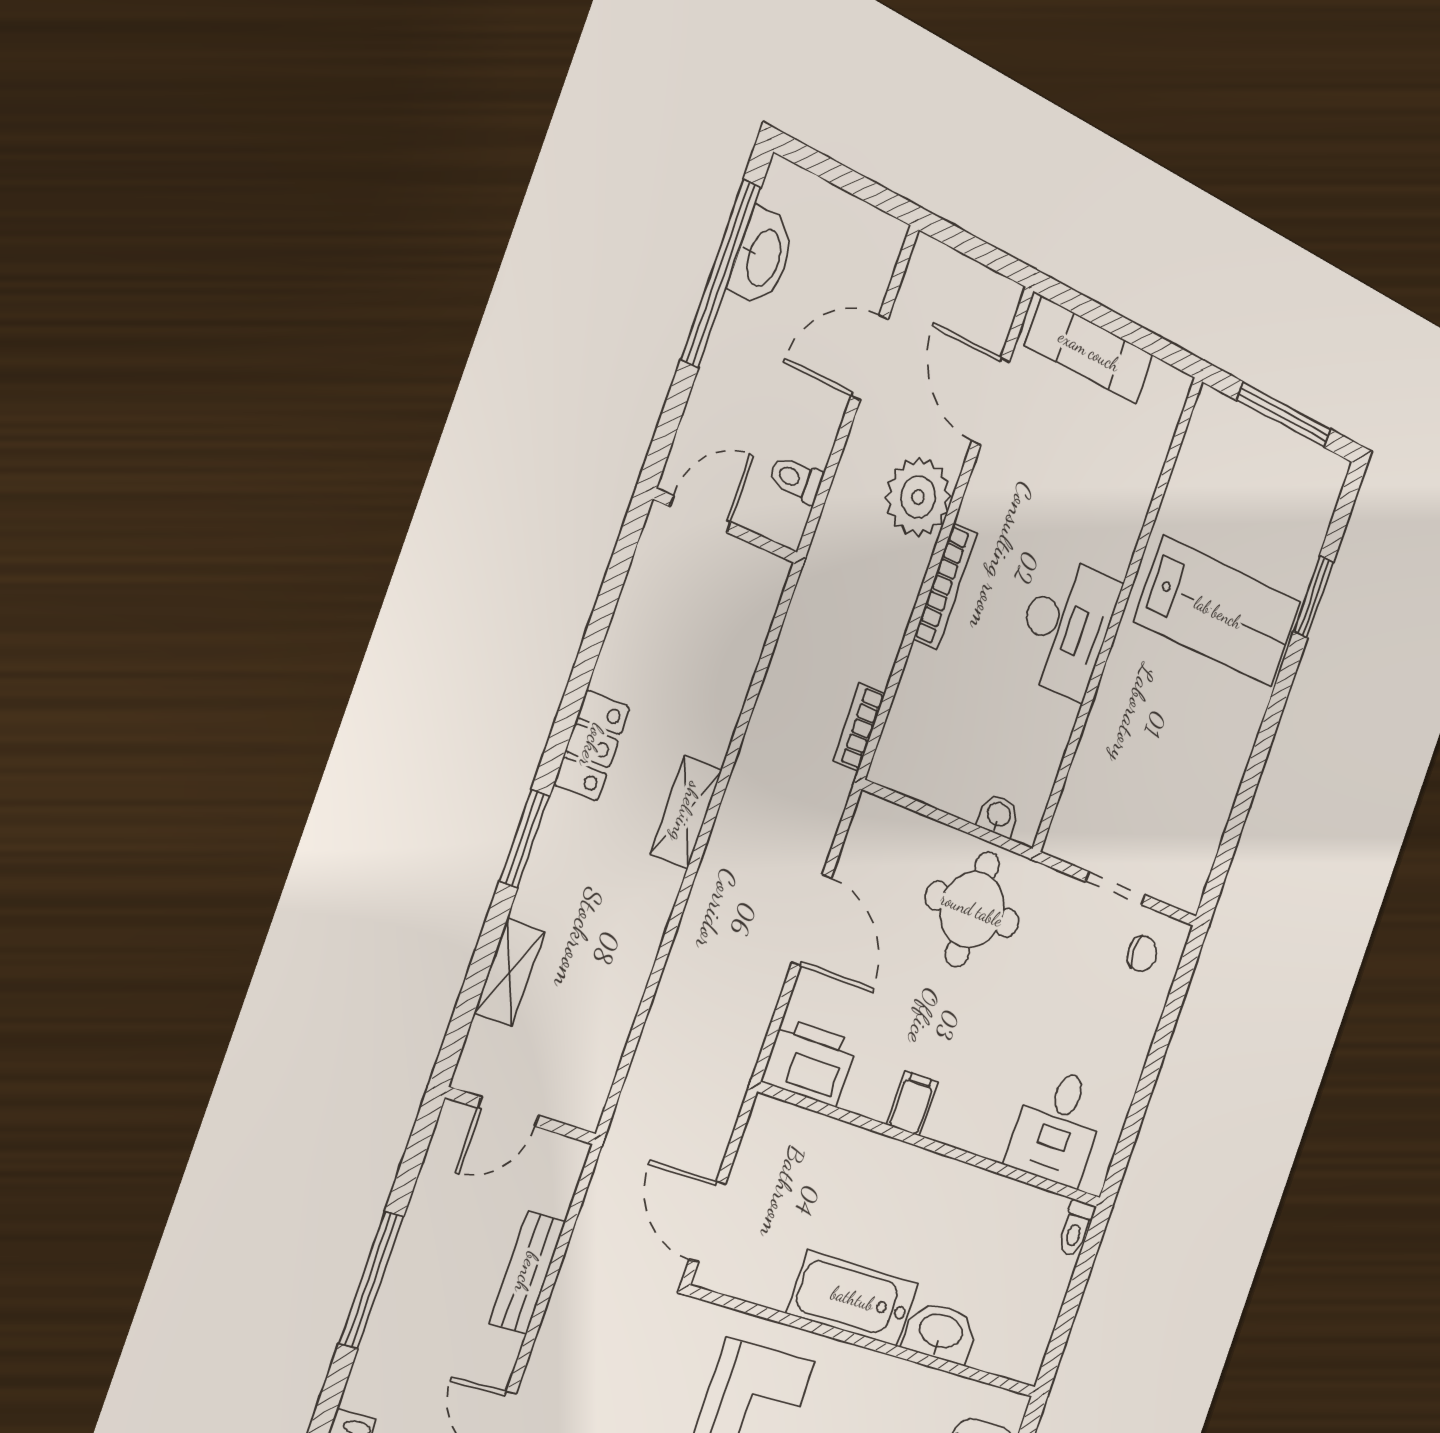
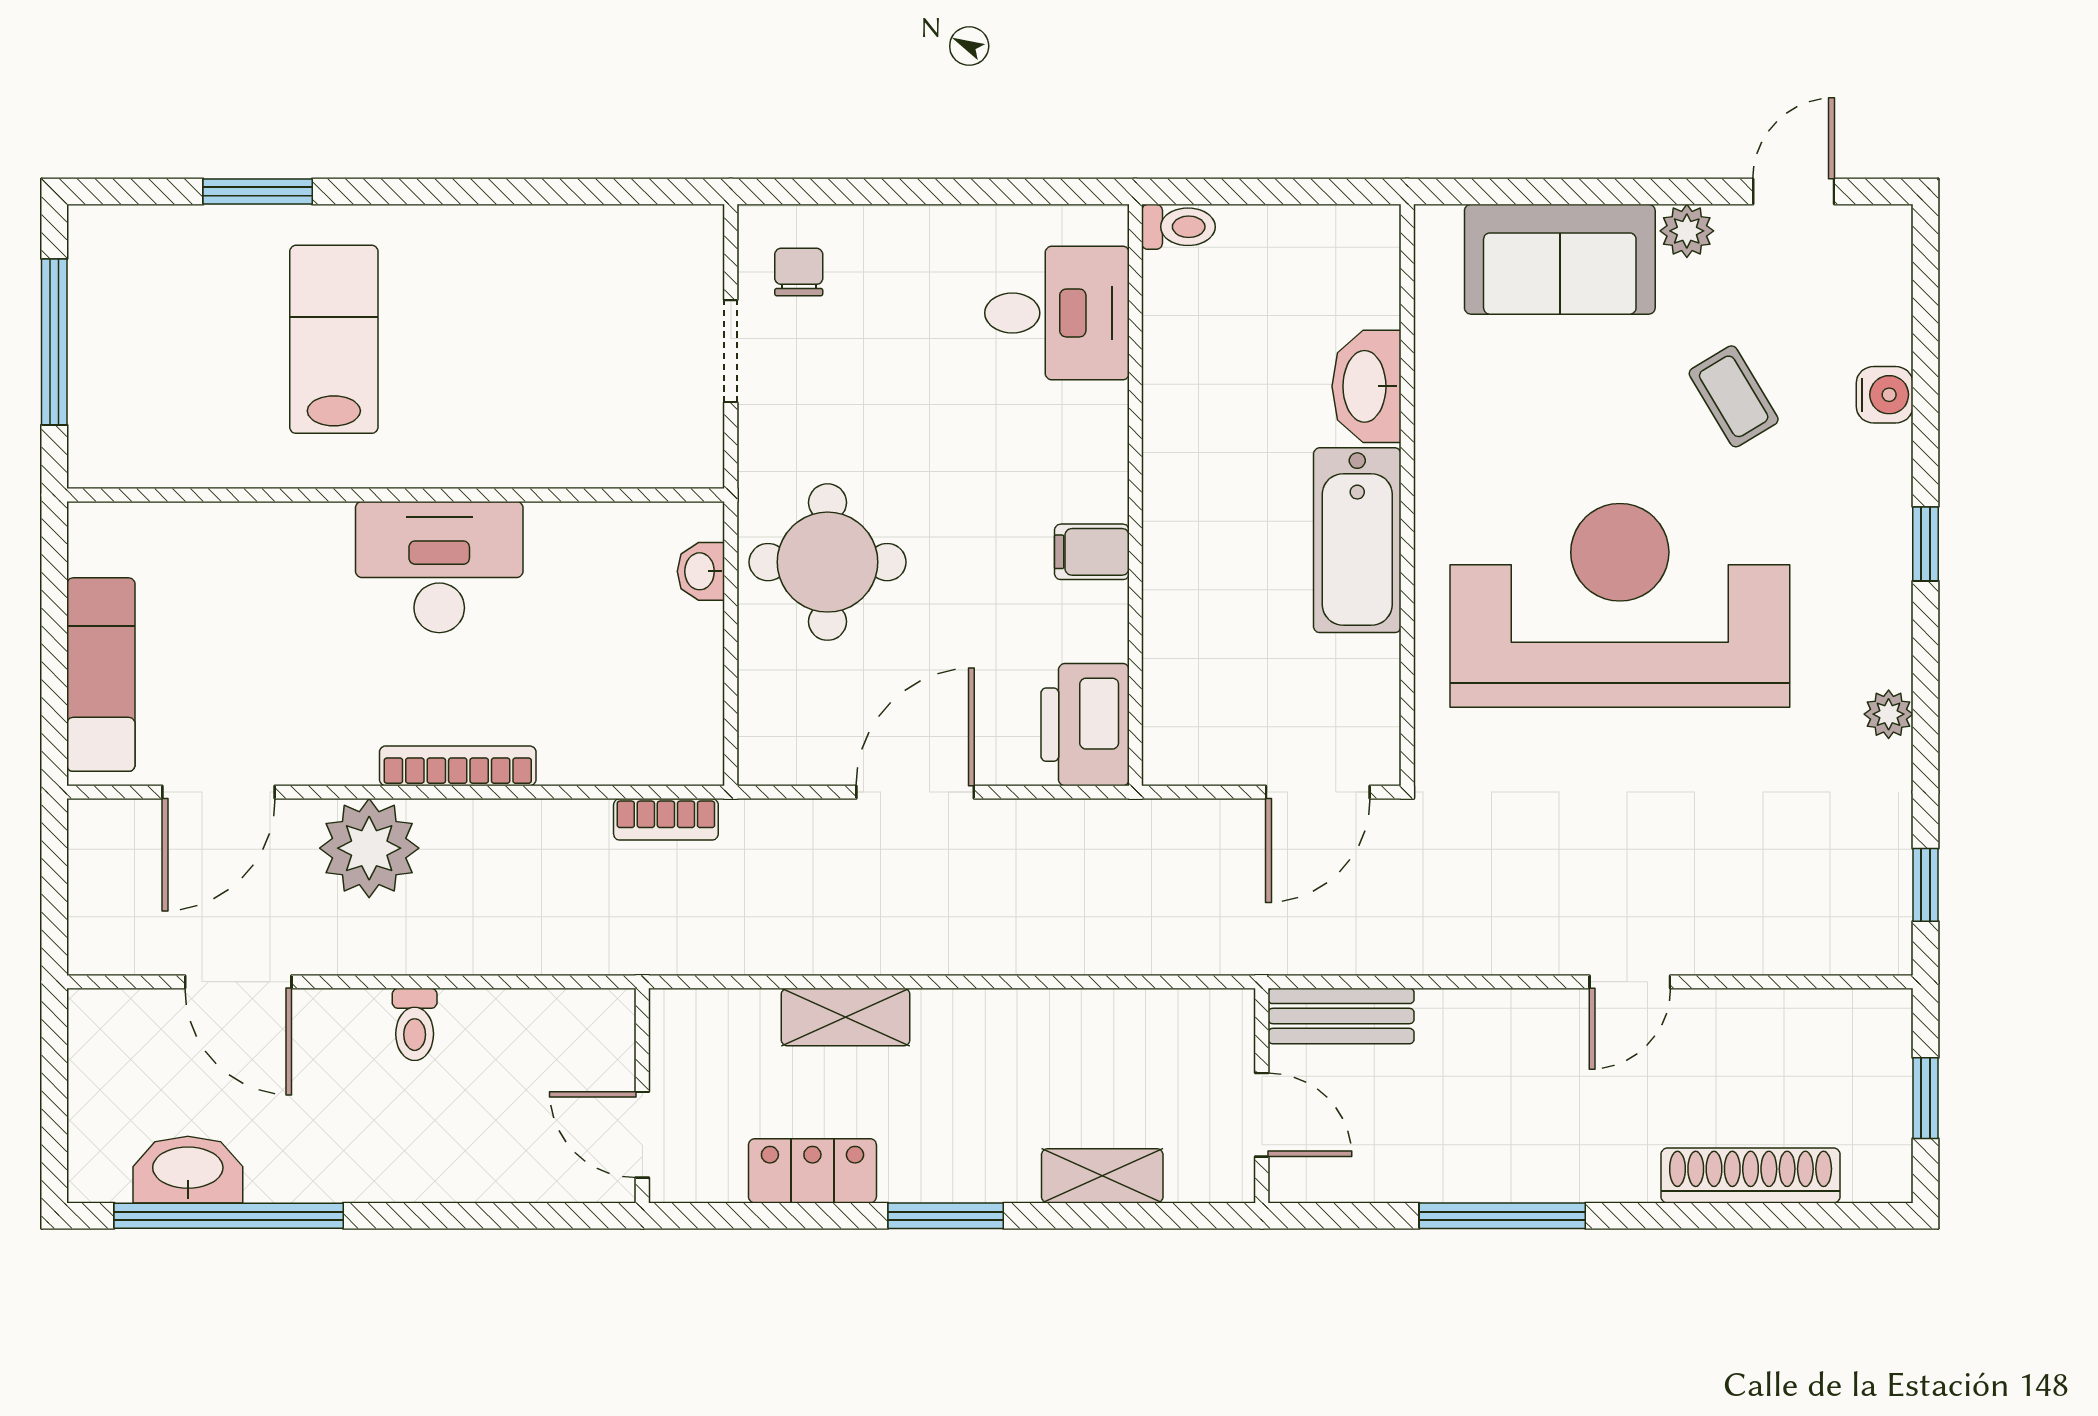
door: (700, 514) -> (642, 1135), moved
wall: (726, 526) -> (642, 1096), moved
lab bench: (1218, 612) -> (334, 339), width x0.73, depth x0.72
bench: (527, 1273) -> (1341, 1016), moved

